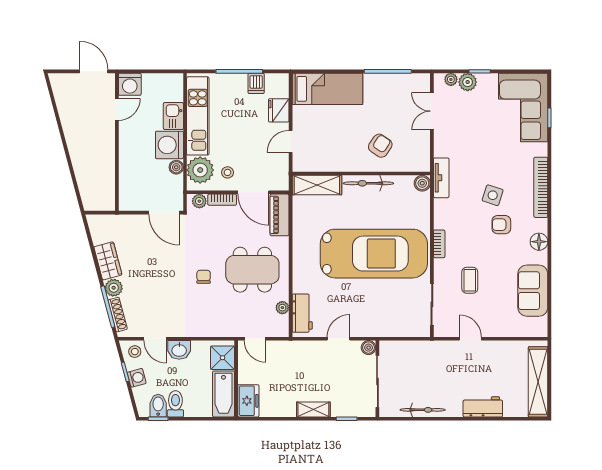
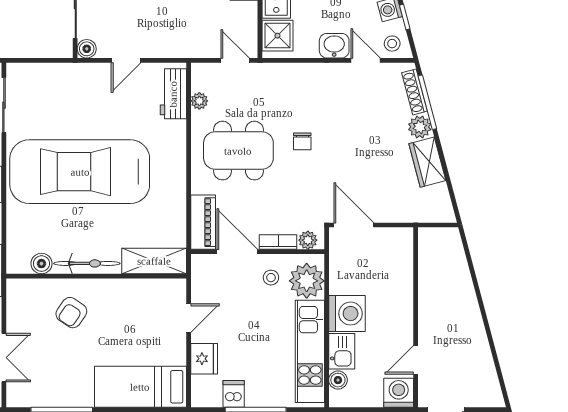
boiler: (176, 167) -> (338, 380), moved
boiler: (422, 183) -> (41, 264), moved

